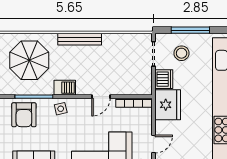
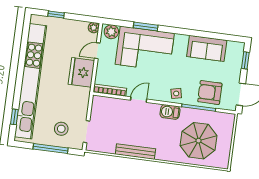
bench: (80, 39) -> (135, 152), moved
dishwasher: (164, 79) -> (80, 108), removed
fridge: (168, 105) -> (81, 72), moved
armchair: (24, 115) -> (210, 93), turned -90

